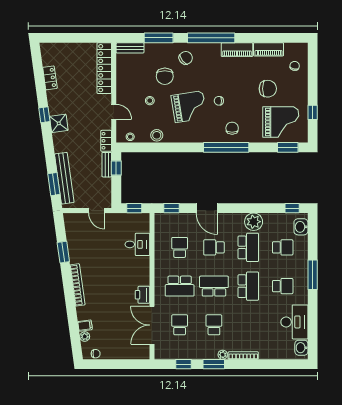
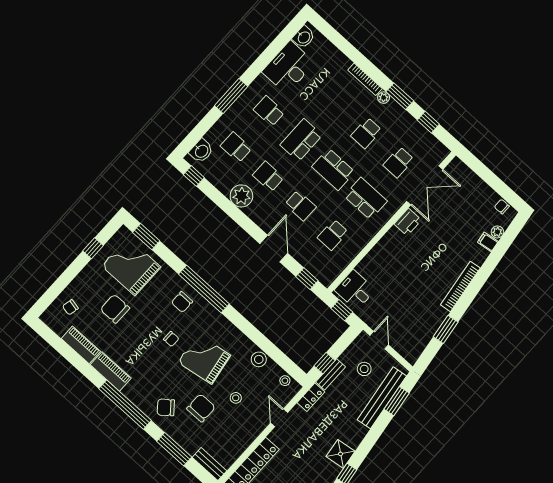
stool: (90, 186) -> (364, 369), added
desk: (137, 244) -> (355, 290), moved
school desk: (248, 247) -> (268, 176), width x0.54

